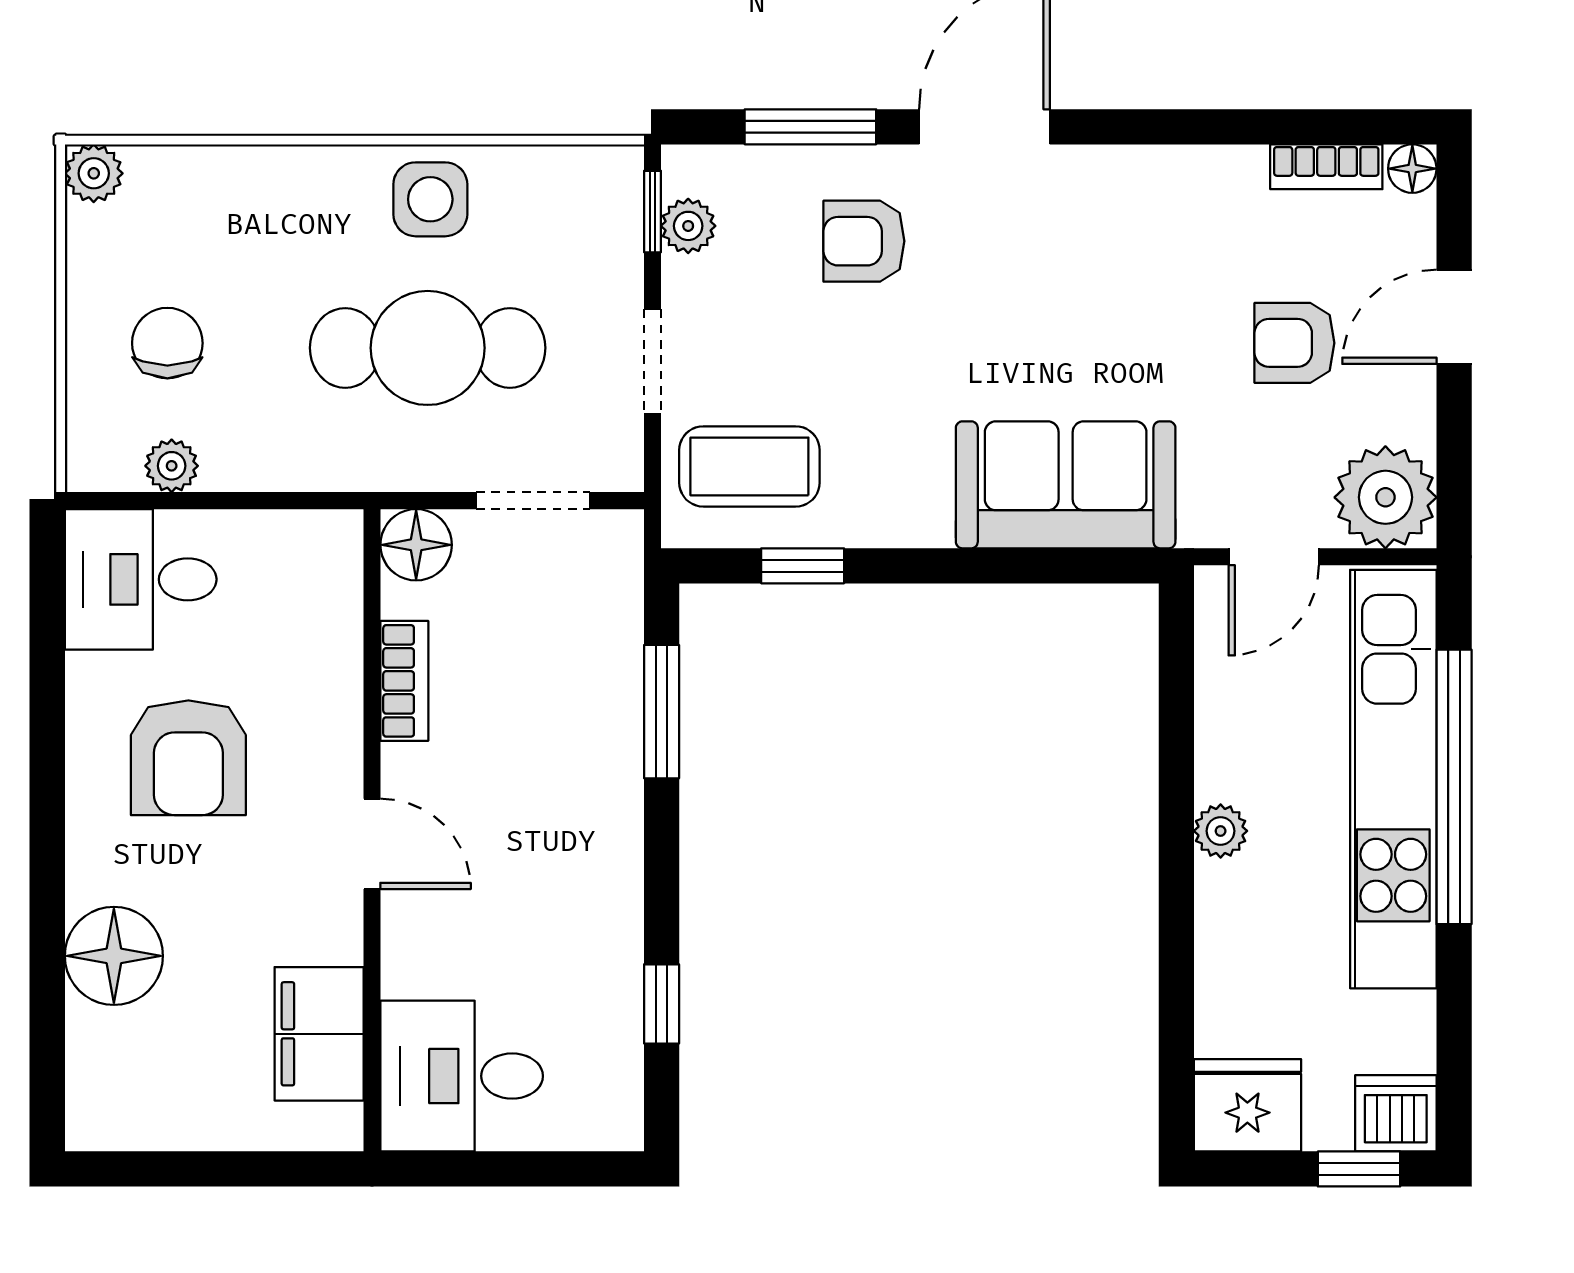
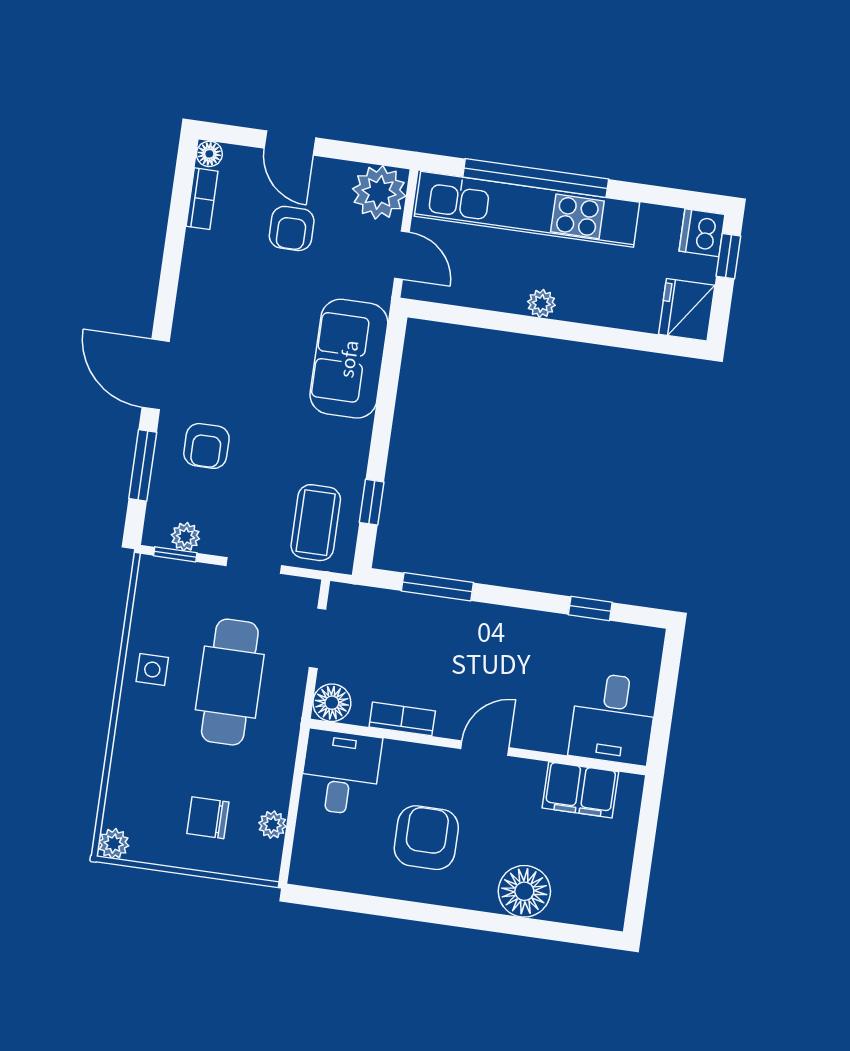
side table: (430, 199) -> (152, 670), width x0.73, depth x0.73
desk: (141, 579) -> (340, 772), moved, turned 180
armchair: (188, 758) -> (426, 838), turned -90

